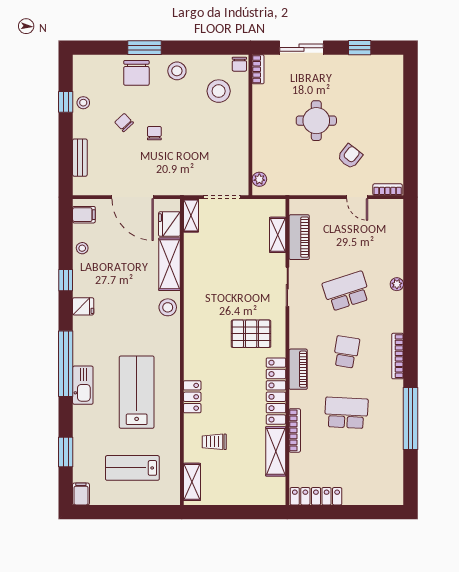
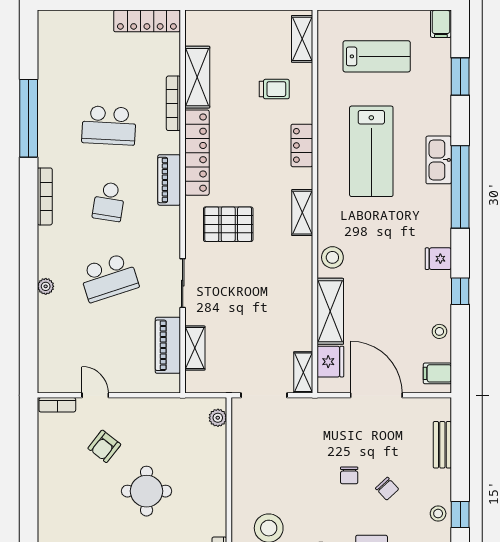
shelving: (192, 343) -> (302, 213), added

